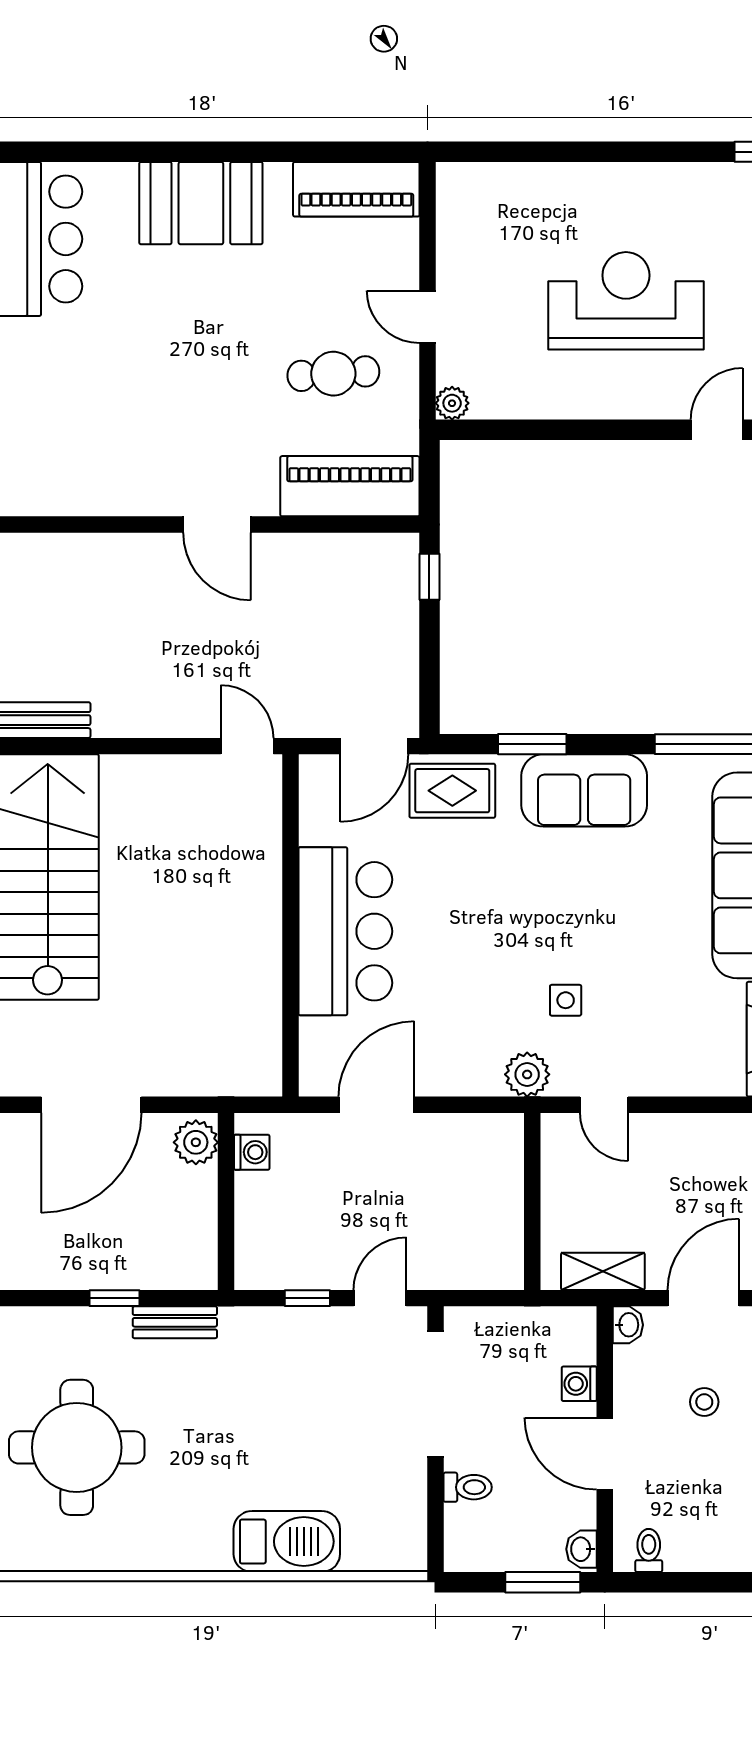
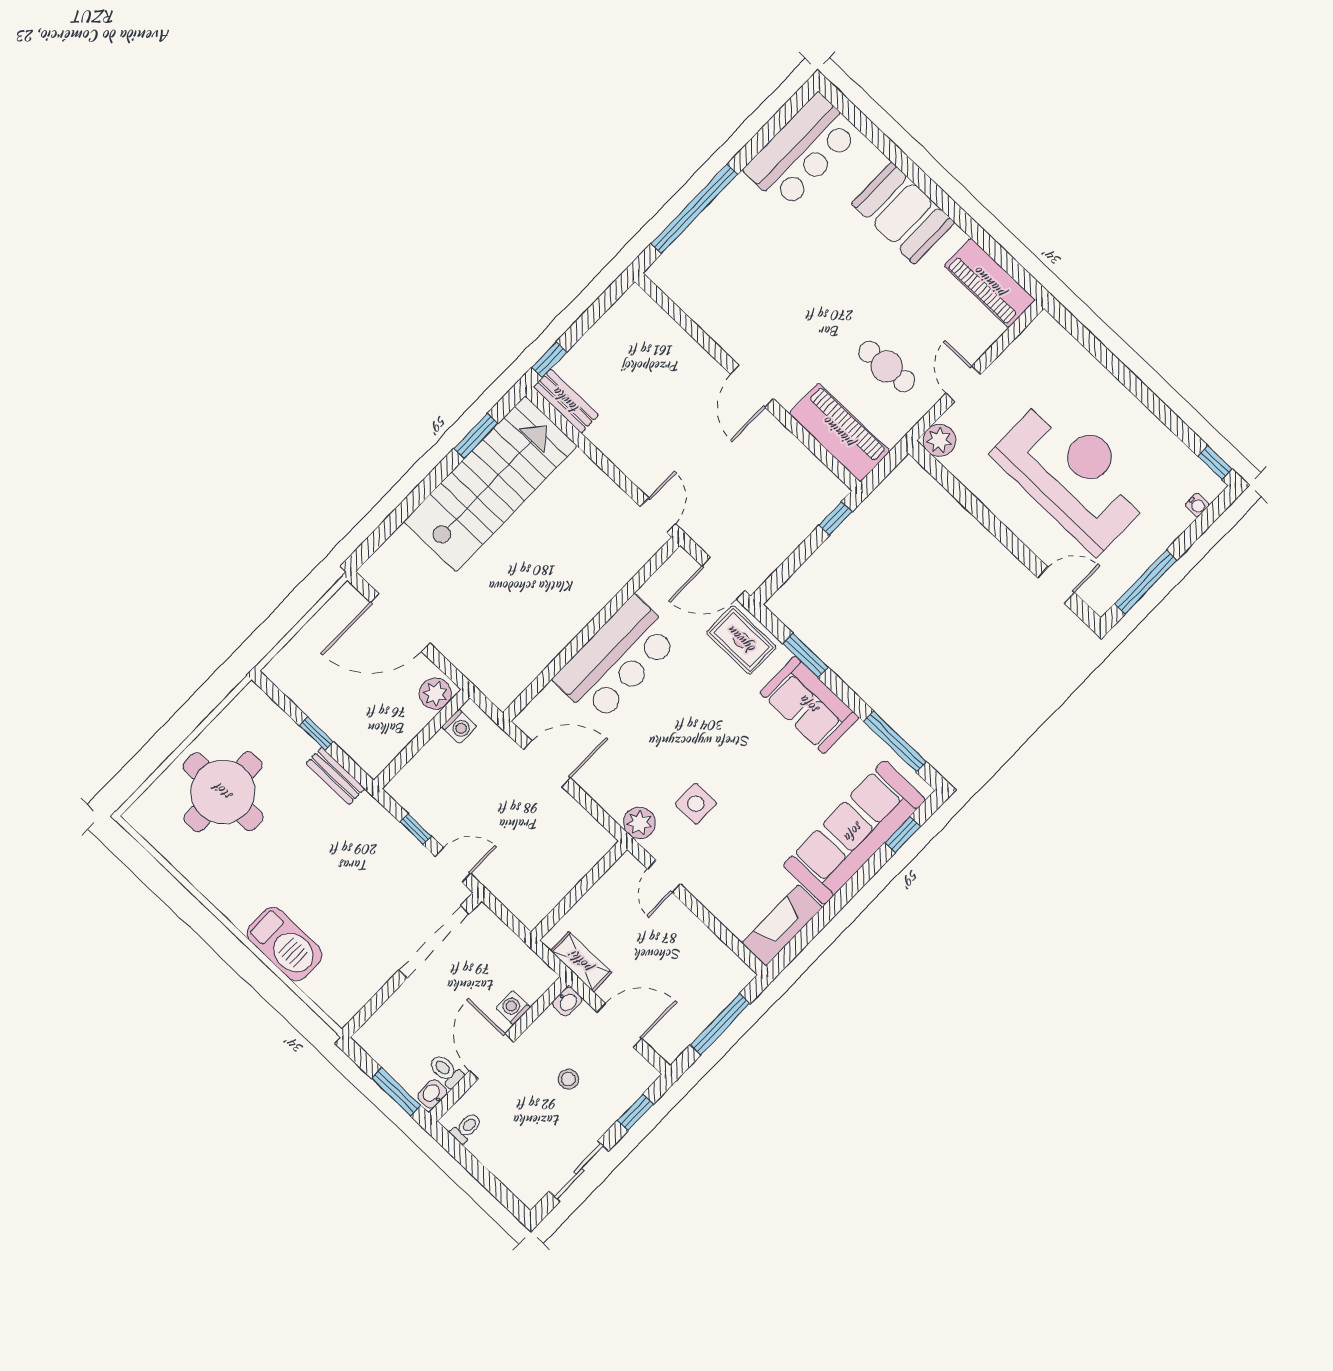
reception desk: (626, 301) -> (1073, 474), width x1.36, depth x1.30
plant: (452, 403) -> (939, 440), width x1.38, depth x1.38
side table: (566, 1000) -> (696, 804), width x1.37, depth x1.37
toilet: (468, 1487) -> (446, 1071), moved, turned 180

